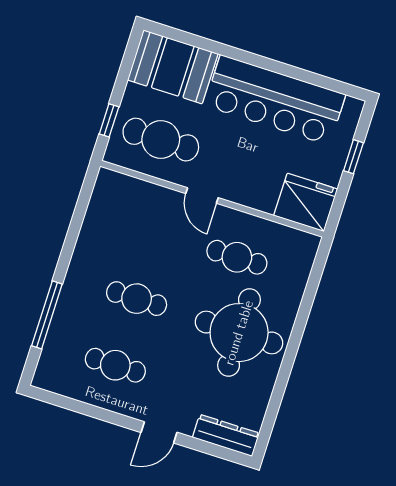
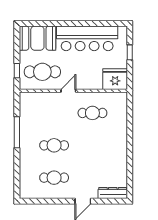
door: (202, 196) -> (68, 91), swing flipped
window: (47, 315) -> (17, 132), moved
round table: (239, 333) -> (104, 146), removed

